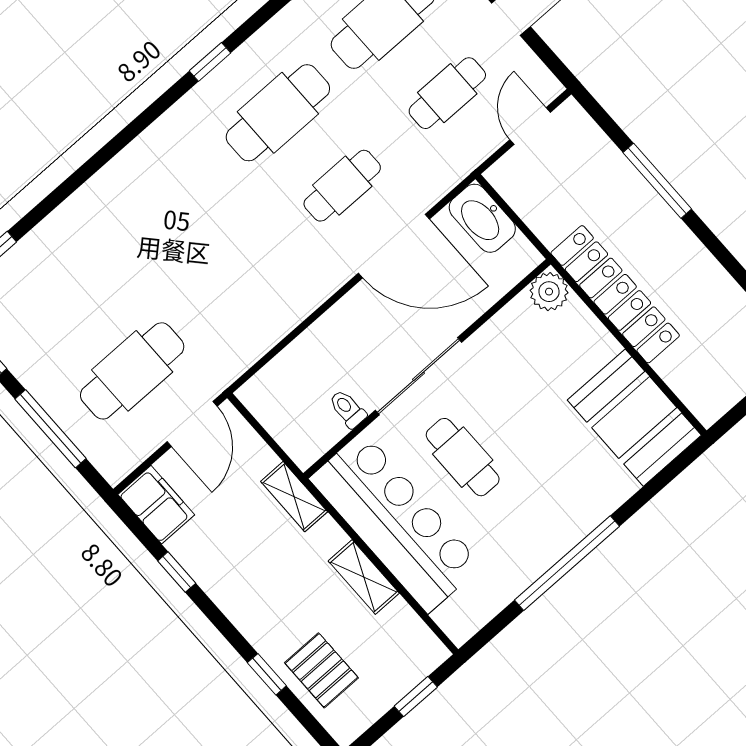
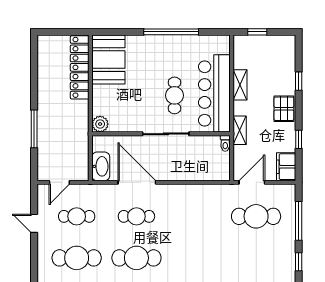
locker: (615, 294) -> (80, 67), moved
toilet: (348, 409) -> (225, 143), moved
pallet: (321, 670) -> (284, 109), moved

